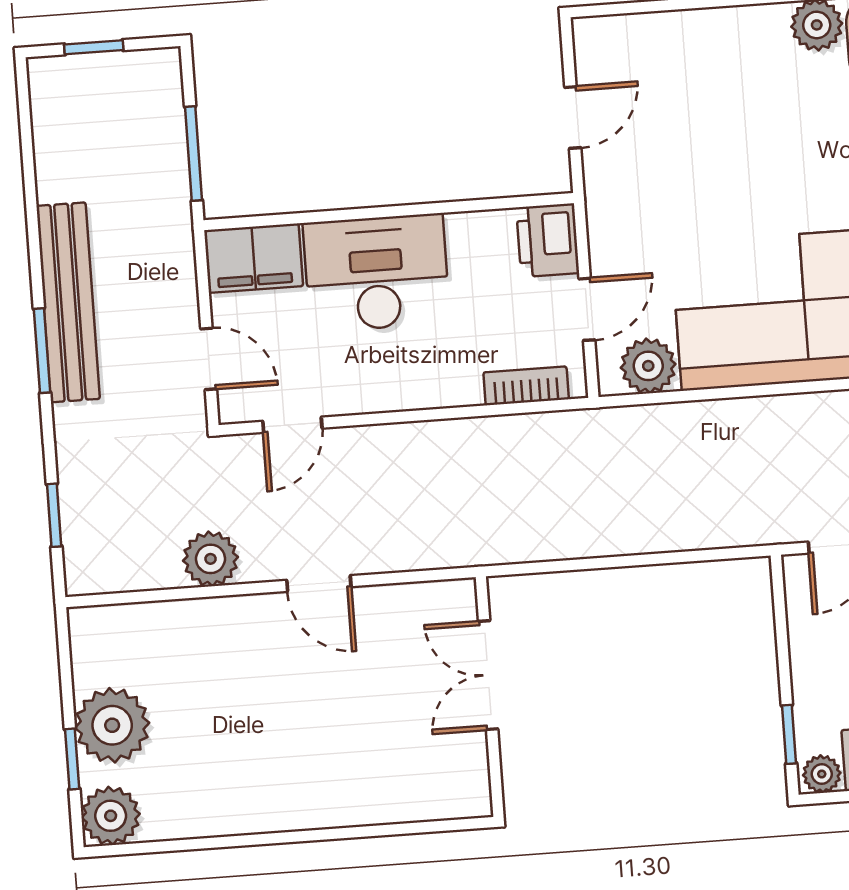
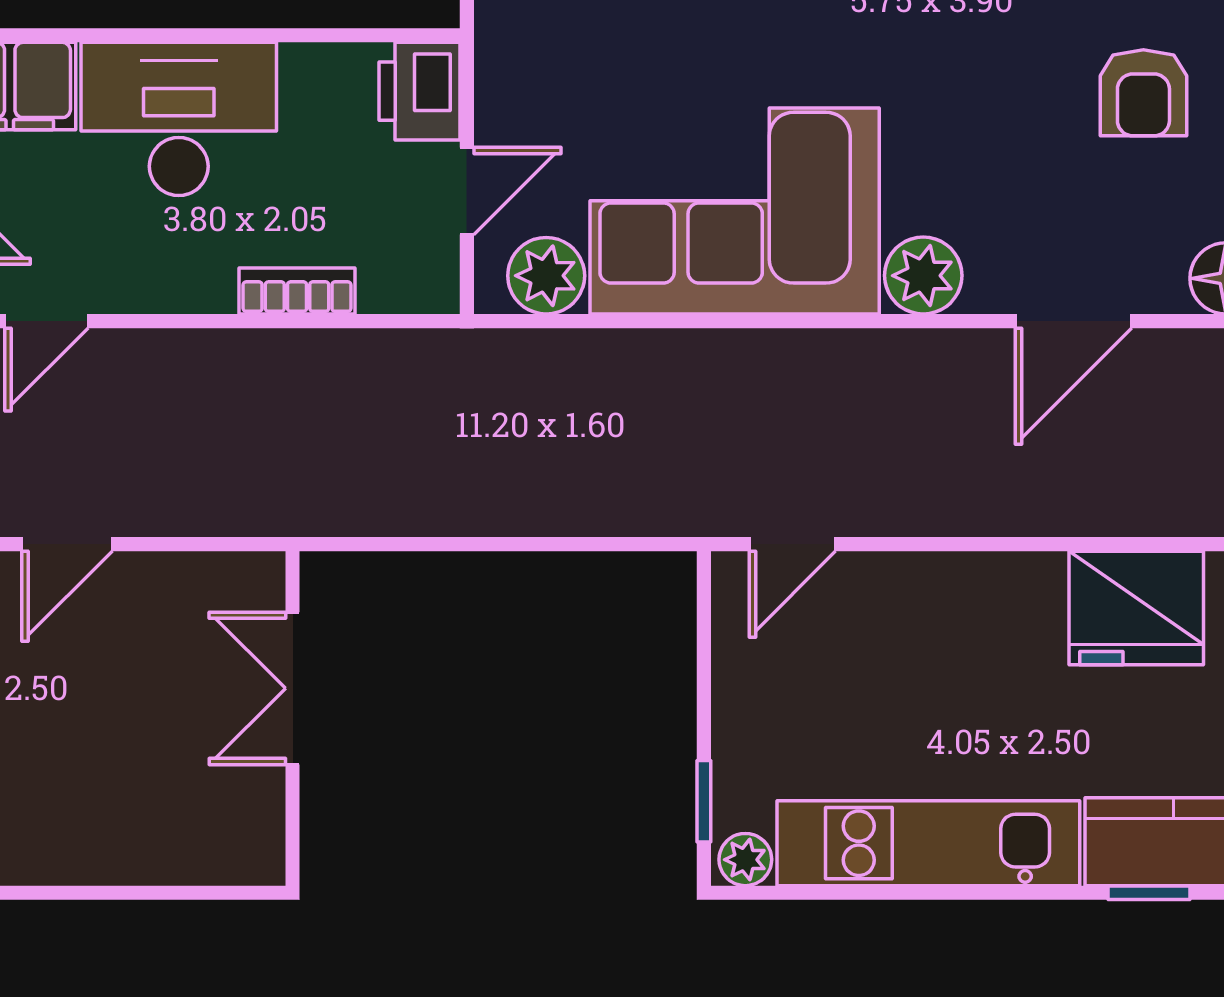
bookcase: (526, 386) -> (297, 291), moved
door: (319, 584) -> (67, 544), hinge flipped

